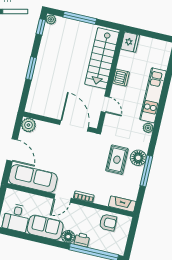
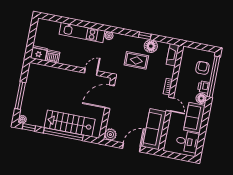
stairs: (102, 58) -> (70, 123), moved, turned 180
window: (31, 68) -> (63, 134), width x2.11
dishwasher: (121, 78) -> (53, 57), moved
floor lamp: (138, 158) -> (151, 46), moved
window: (146, 171) -> (145, 36), width x0.46
armchair: (108, 223) -> (202, 68), moved

